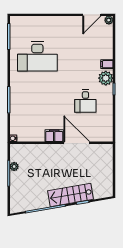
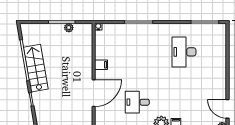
desk: (37, 56) -> (184, 52), width x0.73, depth x0.77
filing cabinet: (54, 136) -> (101, 65), width x0.50
stairs: (71, 195) -> (36, 68), moved

